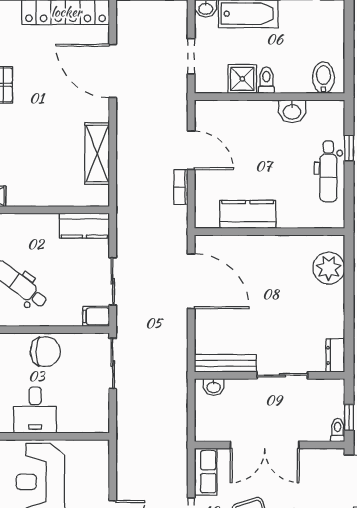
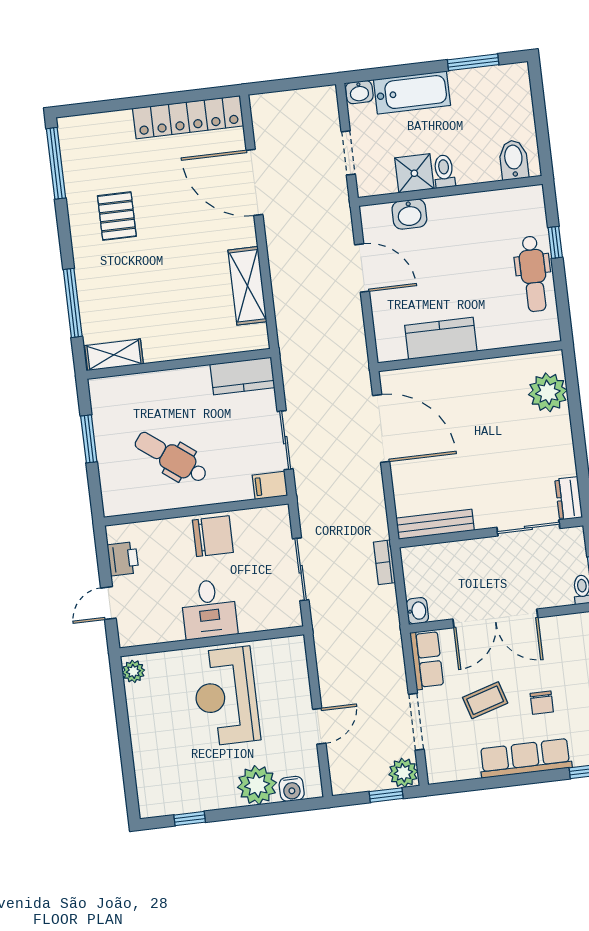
washbasin: (292, 111) -> (409, 214), moved
bookcase: (181, 187) -> (384, 562), moved
sliding door: (113, 363) -> (301, 569), moved
sliding door: (282, 375) -> (528, 528), moved
washbasin: (214, 387) -> (417, 611), moved, turned -90

